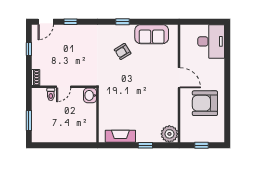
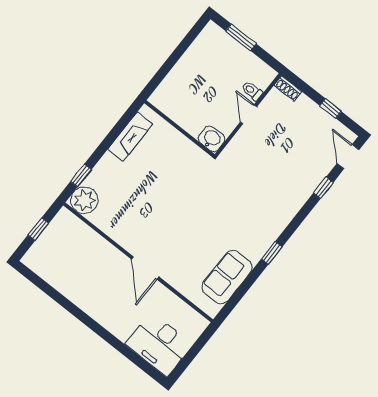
armchair: (123, 51) -> (234, 223), removed
door: (179, 78) -> (145, 268), hinge flipped
armchair: (205, 103) -> (88, 275), removed
window: (145, 145) -> (81, 175), moved

